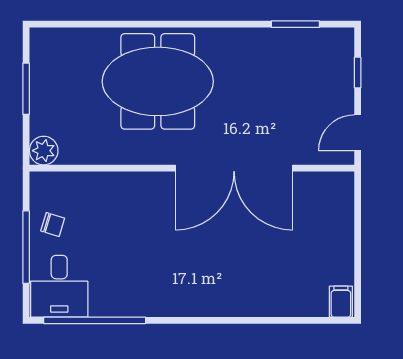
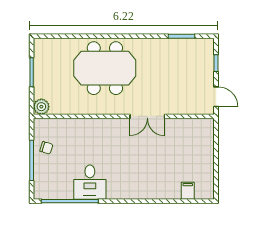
door: (358, 133) -> (216, 97), swing flipped
double door: (234, 168) -> (147, 116), width x0.54
desk: (59, 286) -> (90, 182), moved
filing cabinet: (341, 302) -> (188, 191), moved

